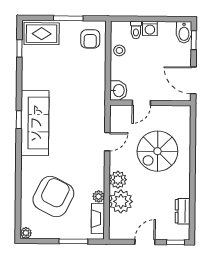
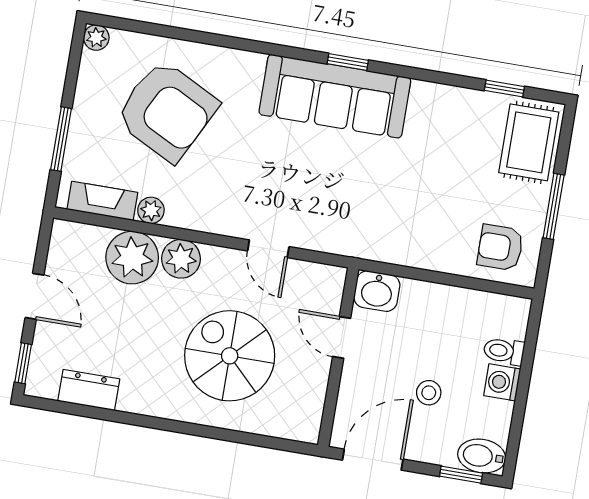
stool: (119, 50) -> (429, 393), moved

